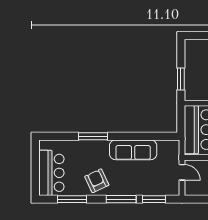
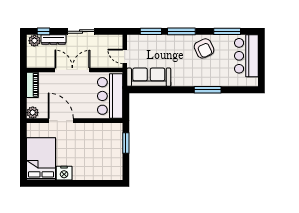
sofa: (133, 150) -> (149, 77), moved

